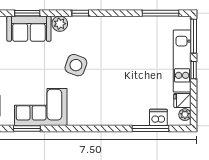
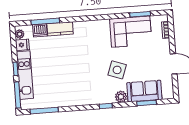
side table: (76, 65) -> (117, 70), moved
kitchen counter: (132, 117) -> (60, 29), added

